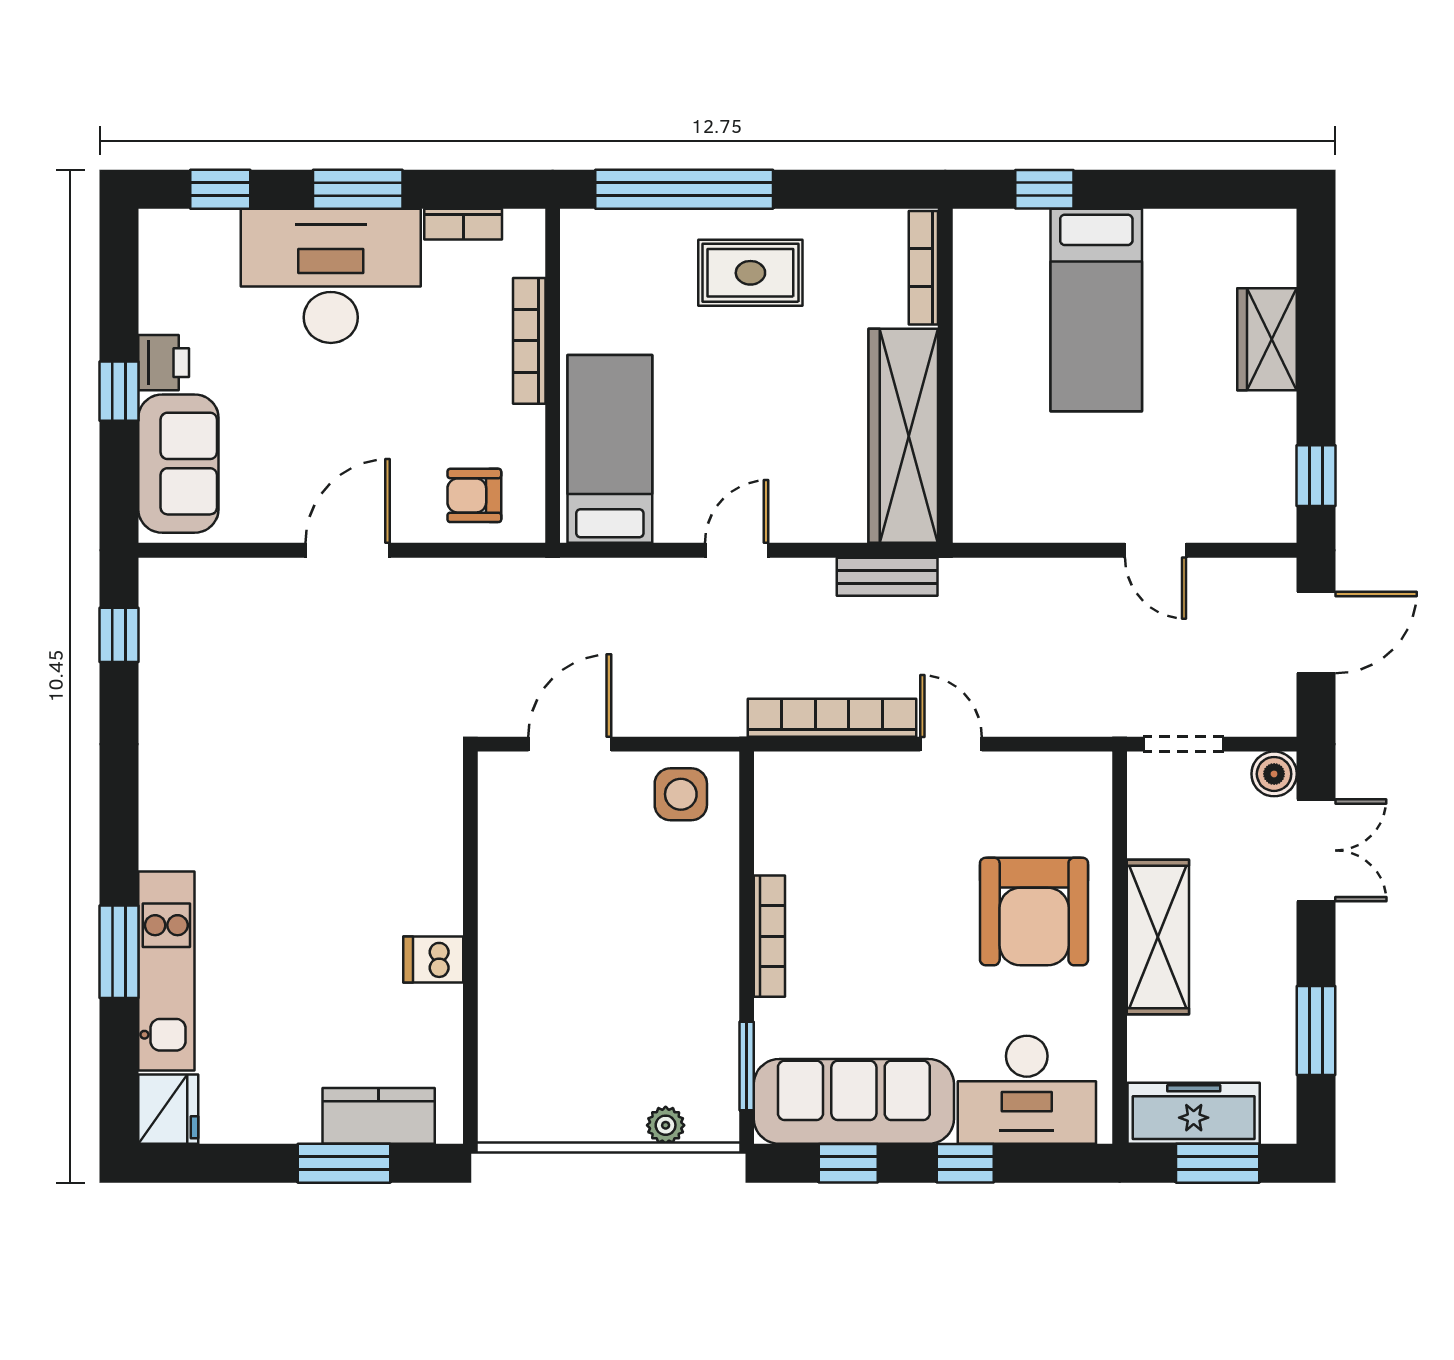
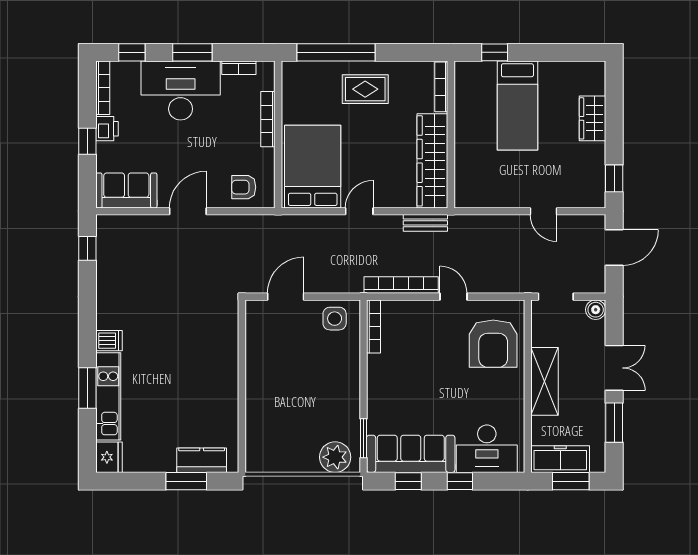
bookcase: (154, 270) -> (103, 88), added
bed: (610, 449) -> (313, 167), width x1.50
sofa: (178, 464) -> (126, 190), moved, turned -90
double door: (1316, 850) -> (614, 368), moved
armchair: (1034, 911) -> (493, 344), moved
bookcase: (769, 936) -> (374, 327), moved
dishwasher: (433, 959) -> (109, 341), moved, turned 180
plant: (666, 1125) -> (335, 457), width x1.88, depth x1.88

